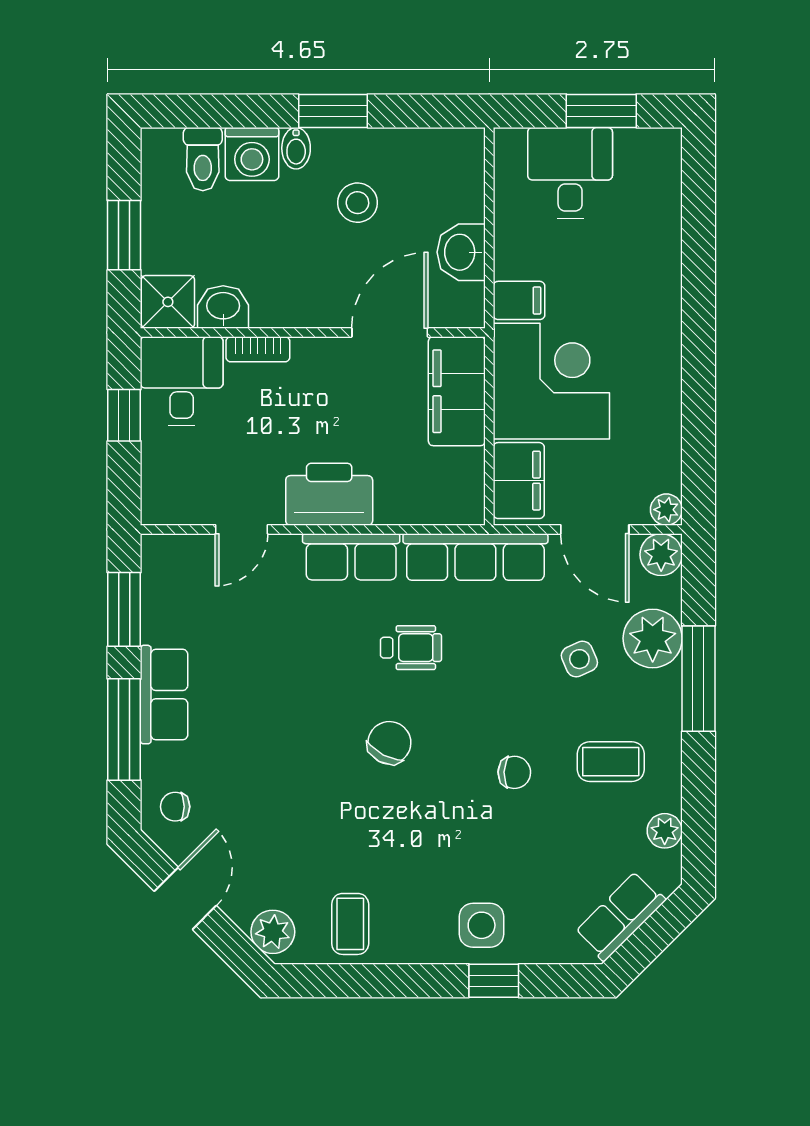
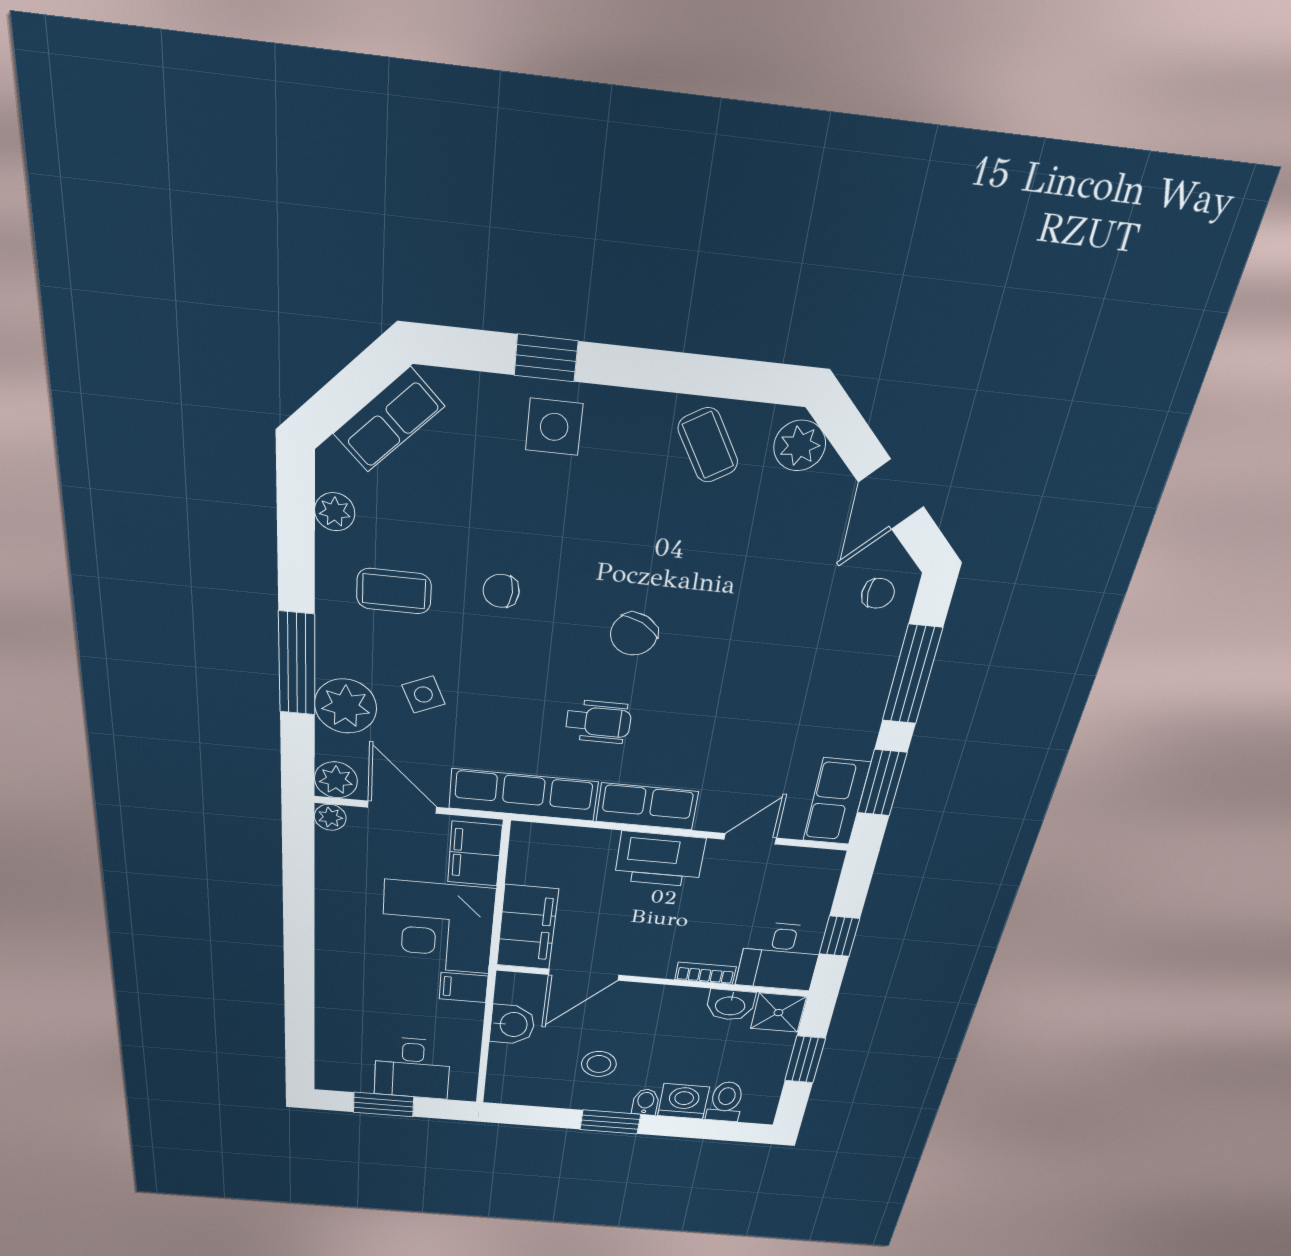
wheelchair: (411, 648) -> (598, 722), turned 180
row of seats: (164, 695) -> (836, 802), moved
coffee table: (350, 924) -> (708, 445), turned -31

